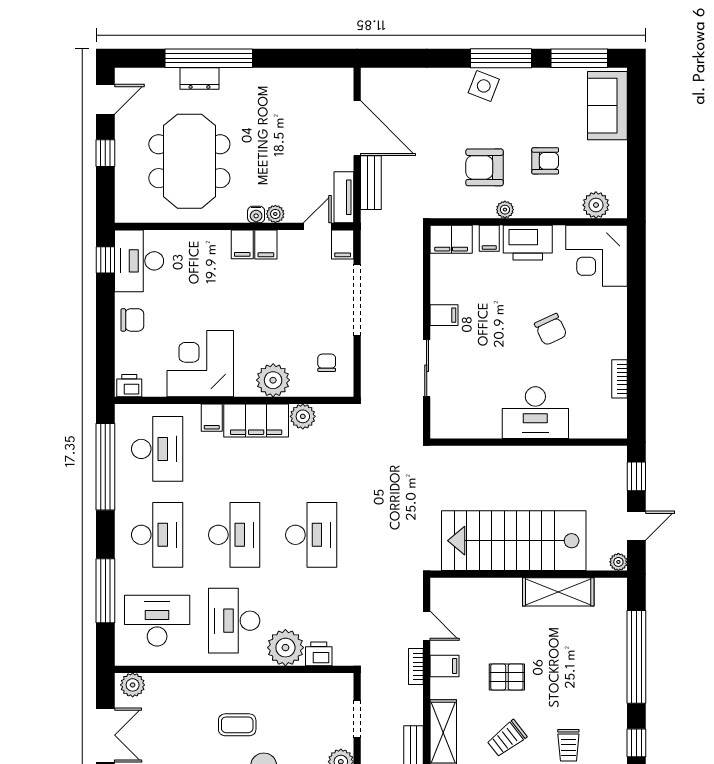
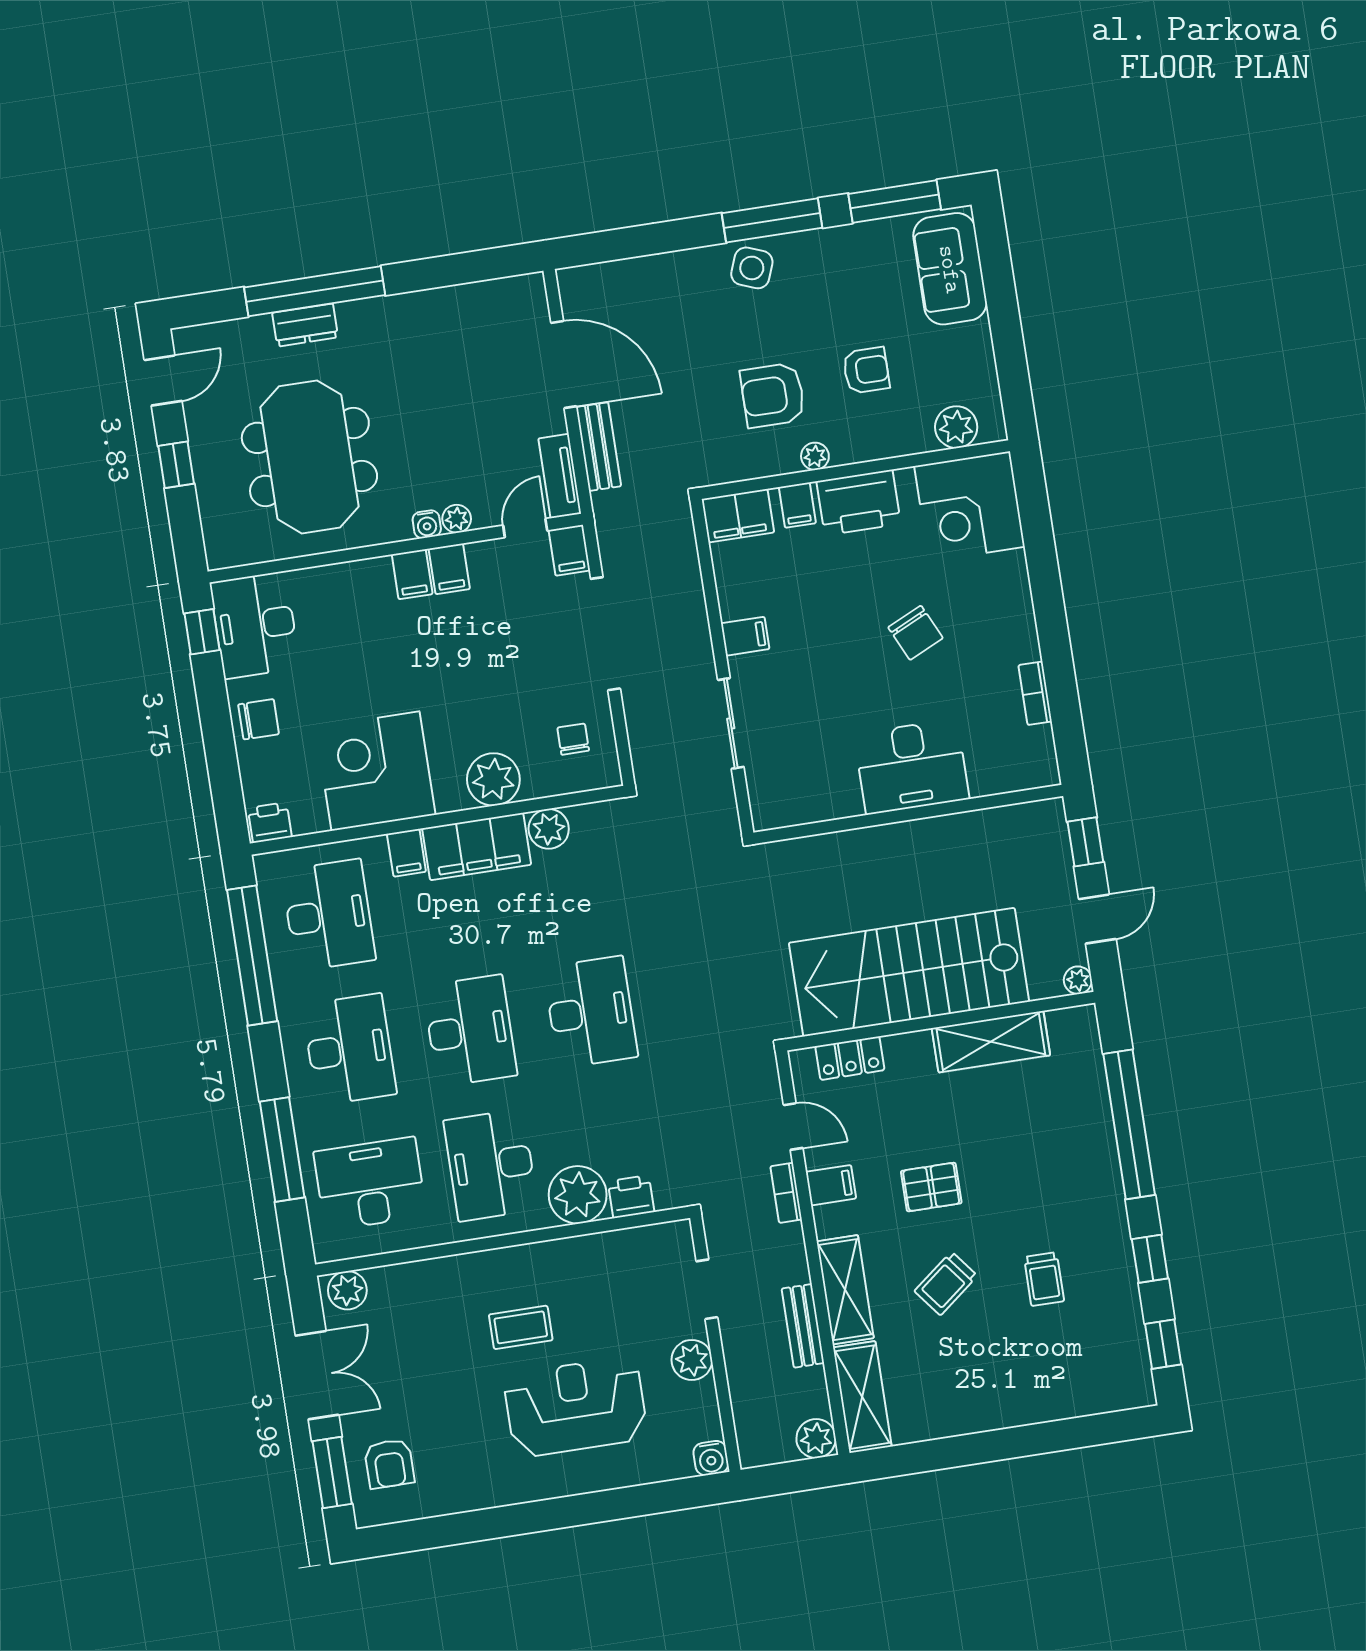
locker: (469, 589) -> (850, 1058), added

